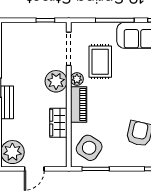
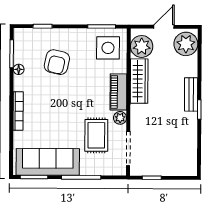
plant: (56, 81) -> (142, 46), moved
wardrobe: (58, 123) -> (139, 81), width x1.50
side table: (89, 148) -> (108, 48), turned -33

